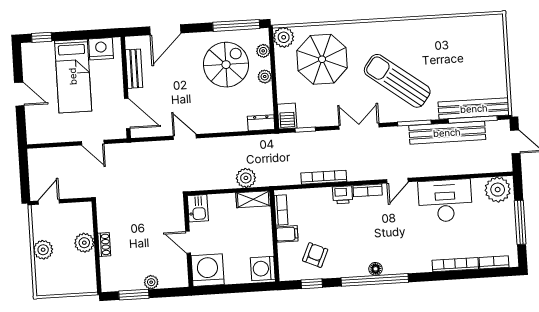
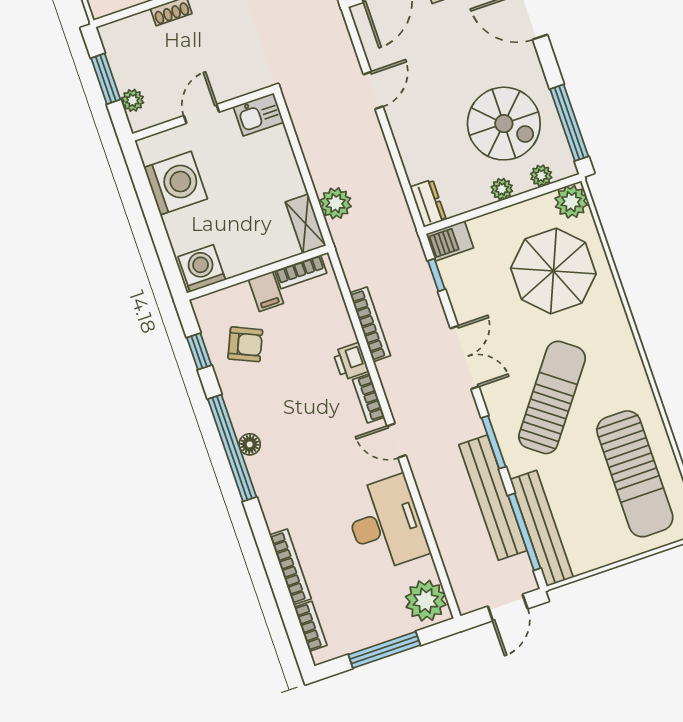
sun lounger: (456, 44) -> (635, 474), added
kitchen sink: (198, 208) -> (259, 114), moved
wall: (188, 241) -> (203, 113), moved
door: (188, 242) -> (201, 114), moved

